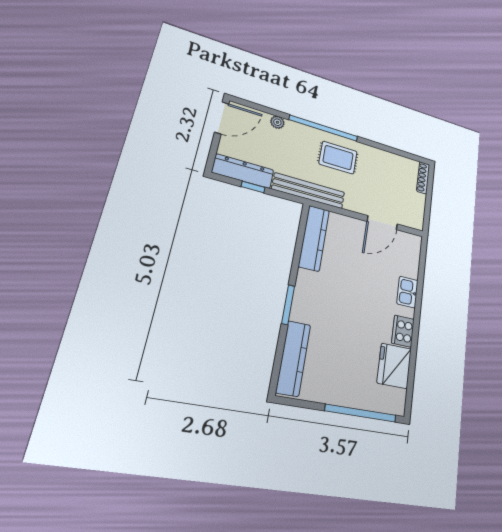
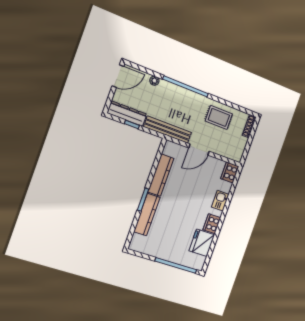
rug: (338, 158) -> (219, 117), moved
door: (382, 223) -> (199, 150), moved
kitchen counter: (314, 238) -> (161, 175), moved
cooker: (412, 247) -> (230, 172), added
kitchen counter: (293, 358) -> (147, 215), moved

